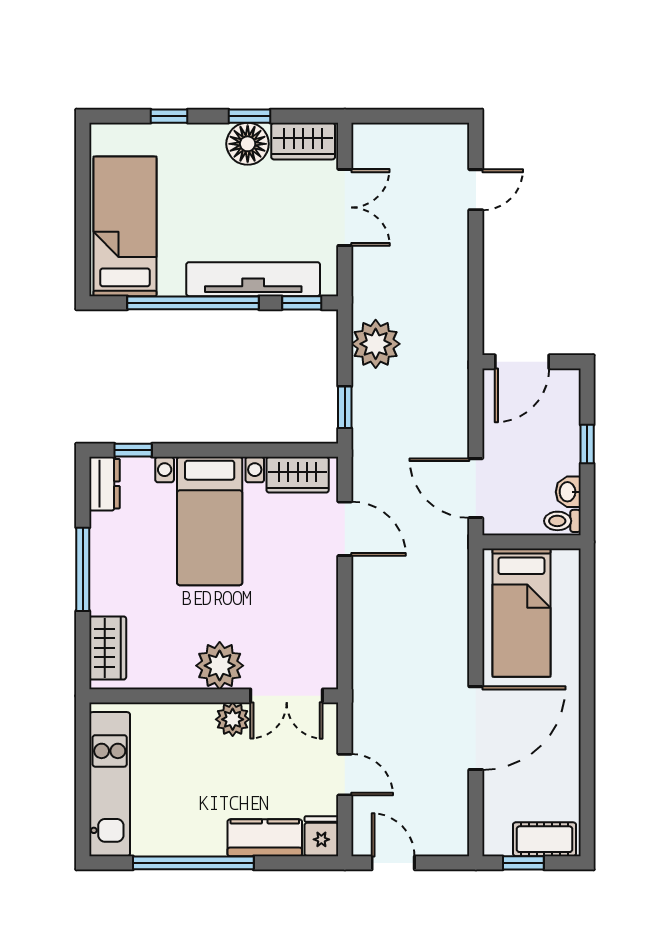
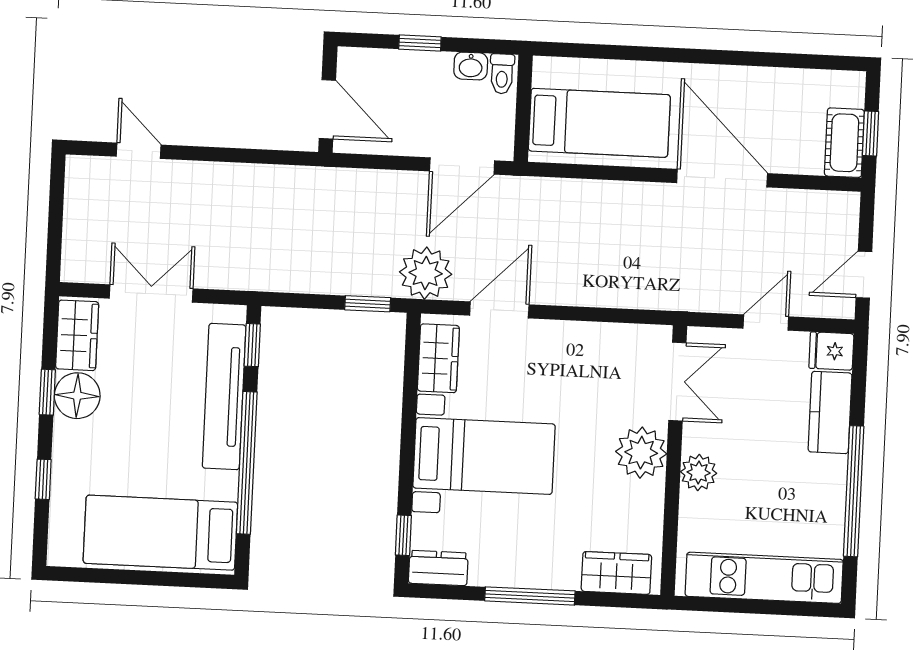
plant: (376, 344) -> (426, 273), moved
plant: (233, 719) -> (699, 473), moved
cot: (544, 839) -> (844, 143), moved

